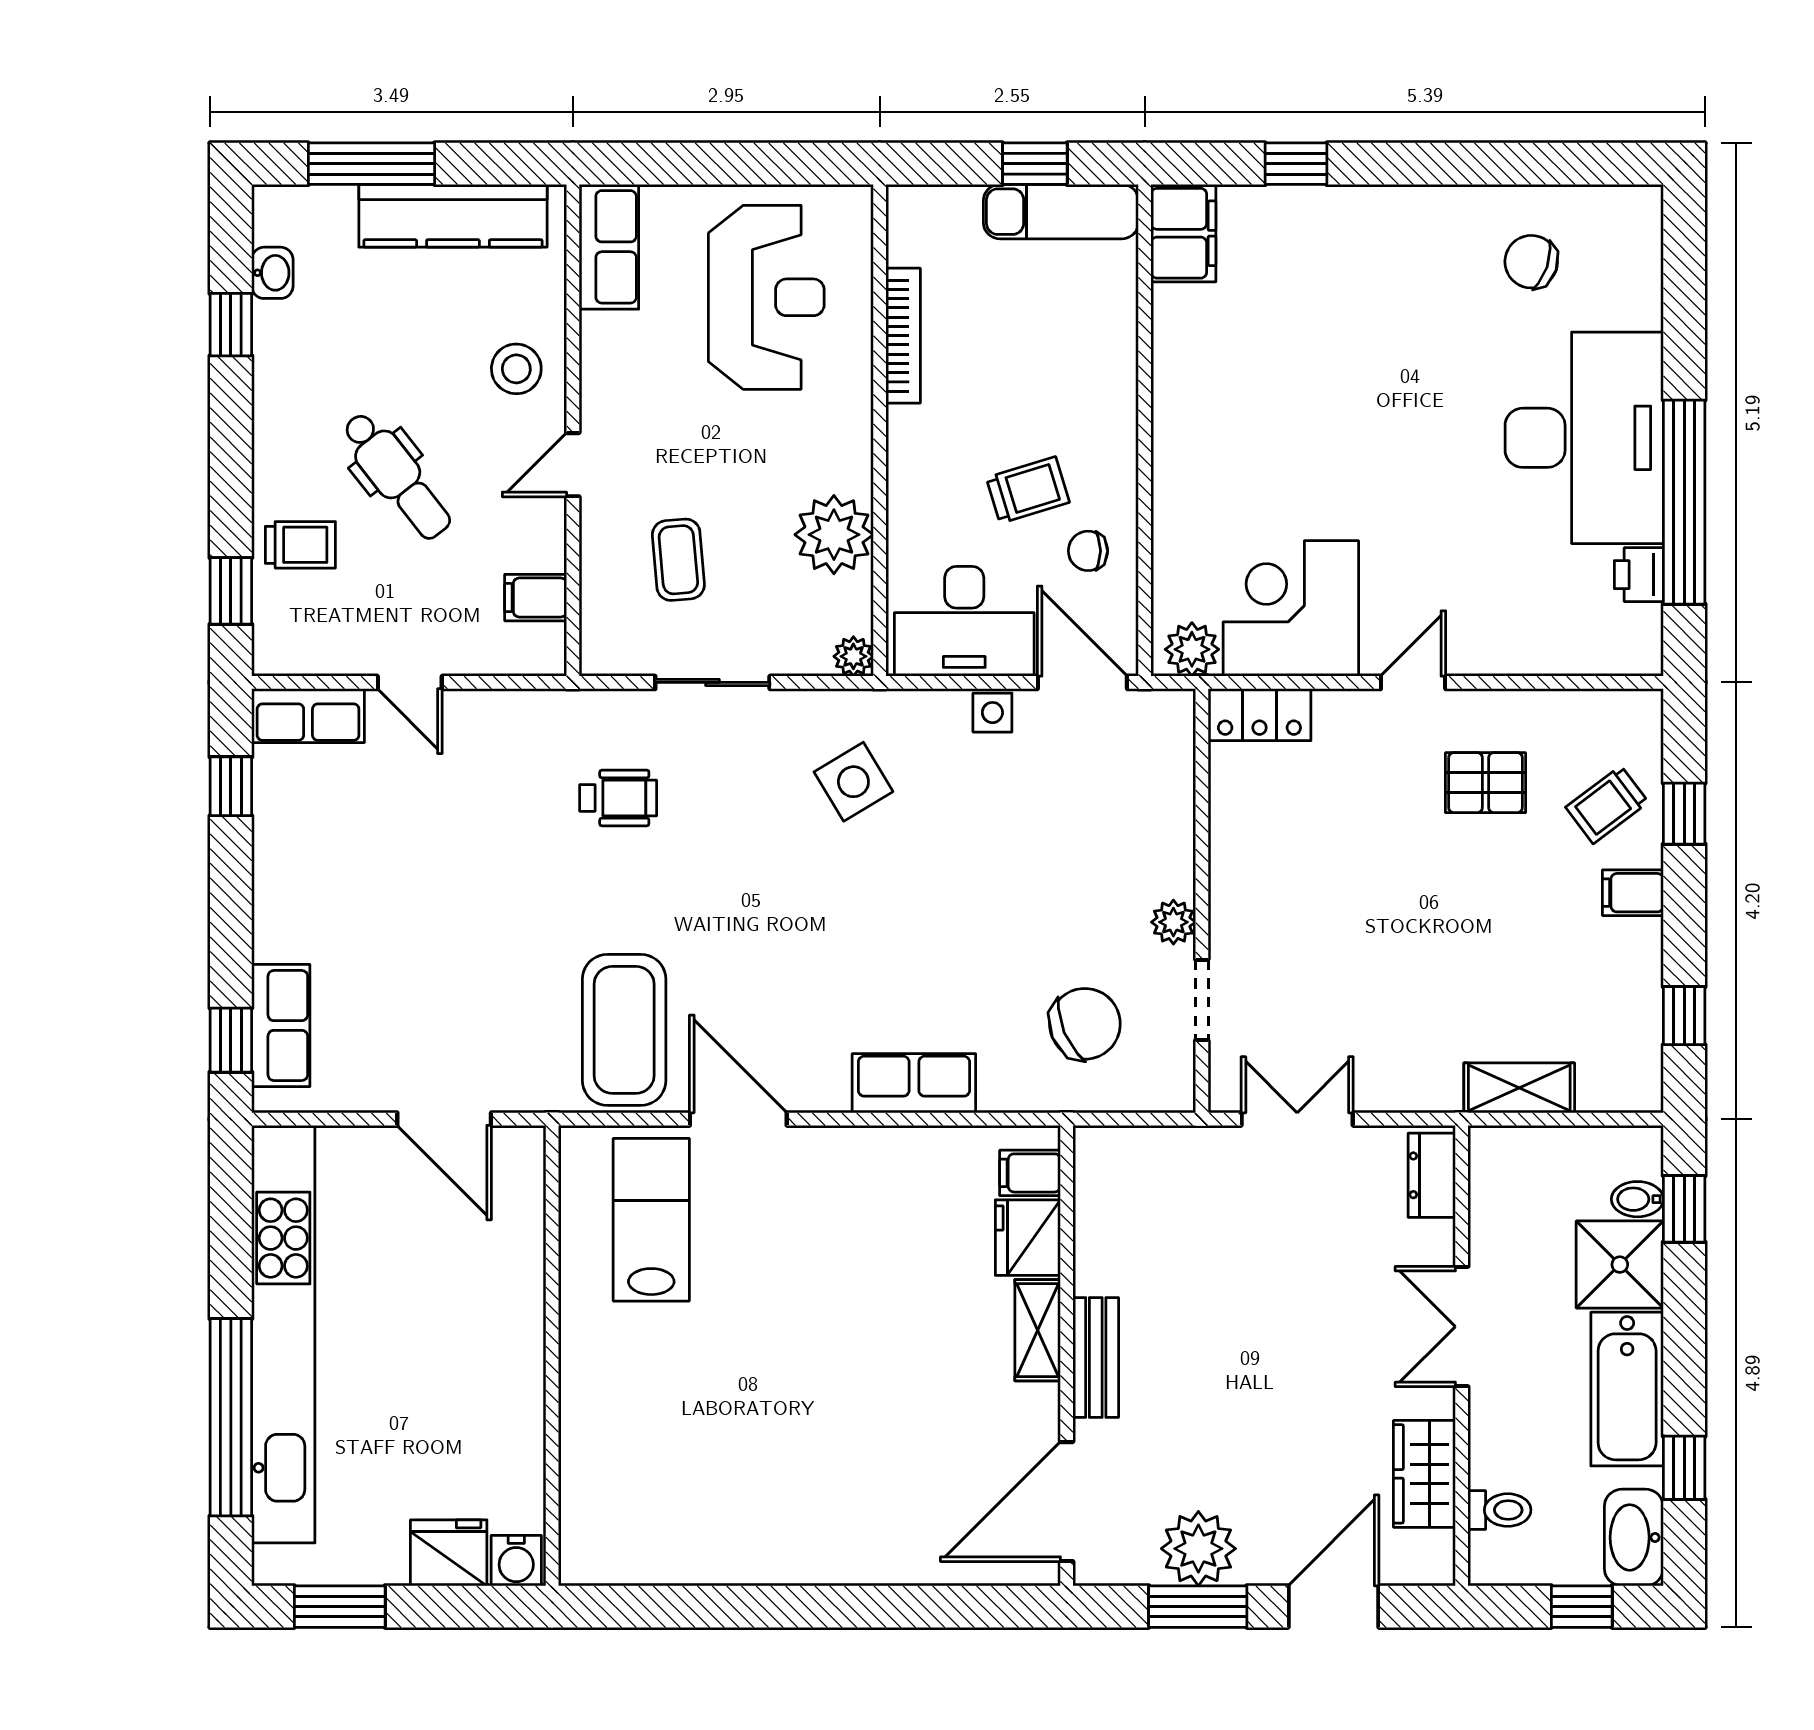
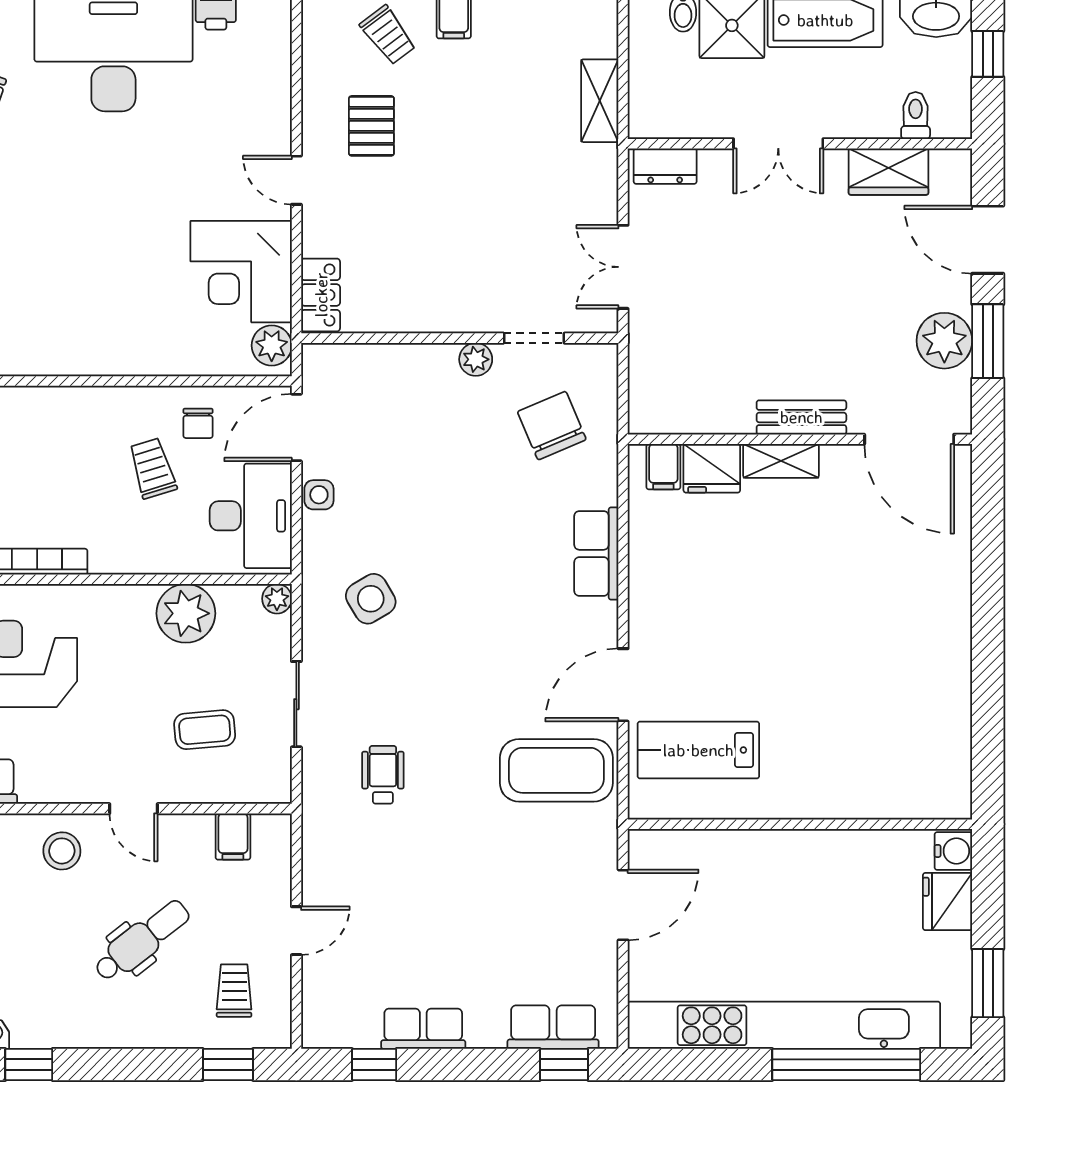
trolley: (300, 545) -> (234, 991), moved
row of seats: (308, 716) -> (423, 1029), moved, turned -90

